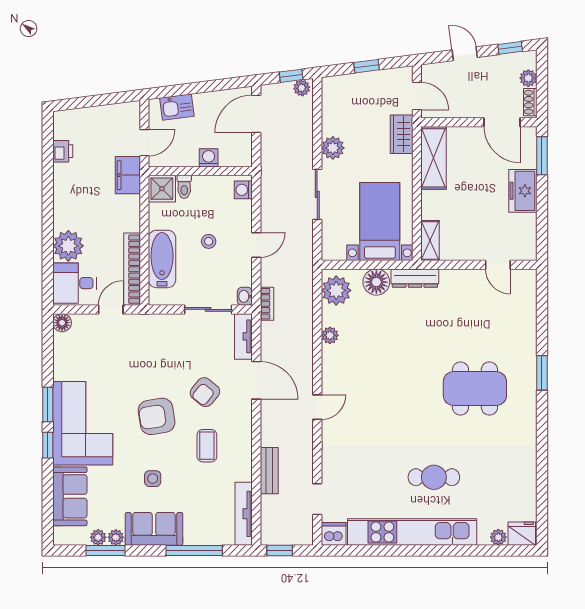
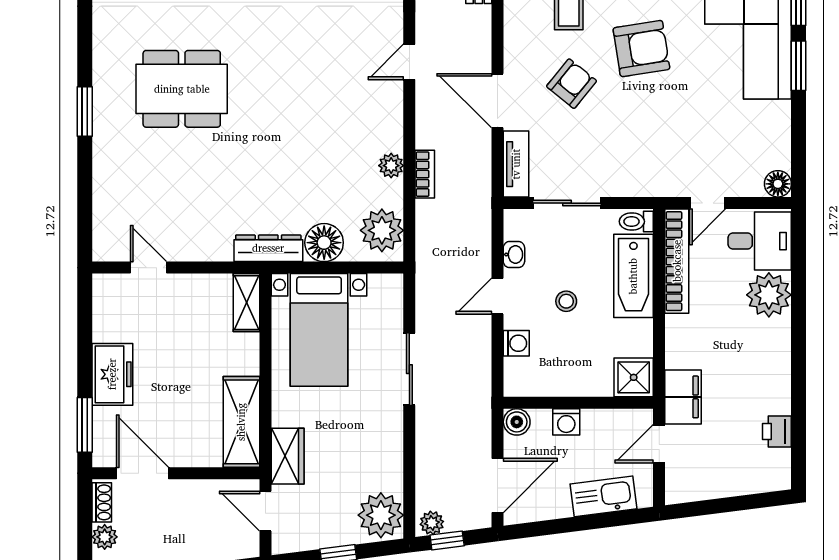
kitchen sink: (177, 107) -> (603, 496), width x1.38
plant: (333, 148) -> (381, 515), moved, width x1.36, depth x1.36
boiler: (243, 158) -> (517, 422), added
toilet: (184, 187) -> (636, 221), moved, turned -90
washing machine: (243, 190) -> (516, 343), moved
washbasin: (245, 296) -> (514, 255), moved
bookcase: (267, 304) -> (425, 174), moved, turned 180

